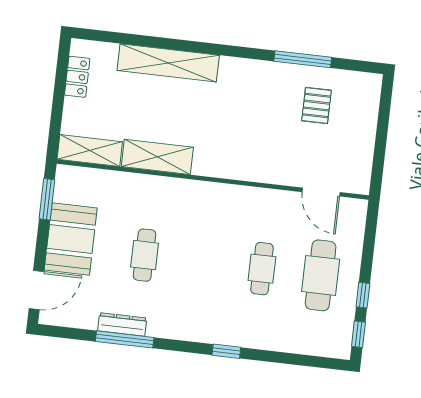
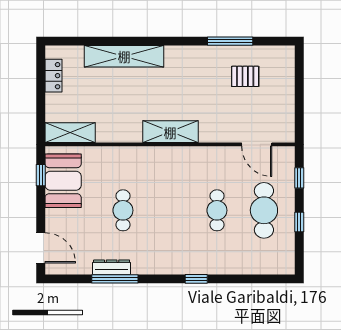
pallet: (316, 106) -> (245, 76), turned 90
shelving: (157, 157) -> (170, 132), moved
window: (47, 199) -> (41, 175), width x0.67
booth: (71, 239) -> (63, 181), moved
door: (36, 290) -> (41, 248), hinge flipped
window: (358, 334) -> (299, 178), moved

